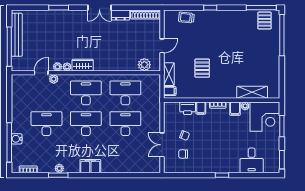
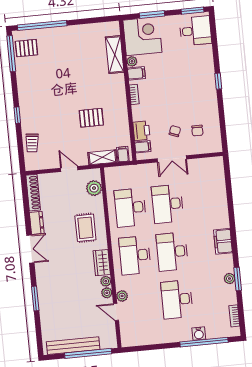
rug: (112, 54) -> (85, 228), added
filing cabinet: (201, 108) -> (143, 147), moved
double door: (162, 145) -> (172, 159), moved
desk: (252, 160) -> (195, 31), moved

